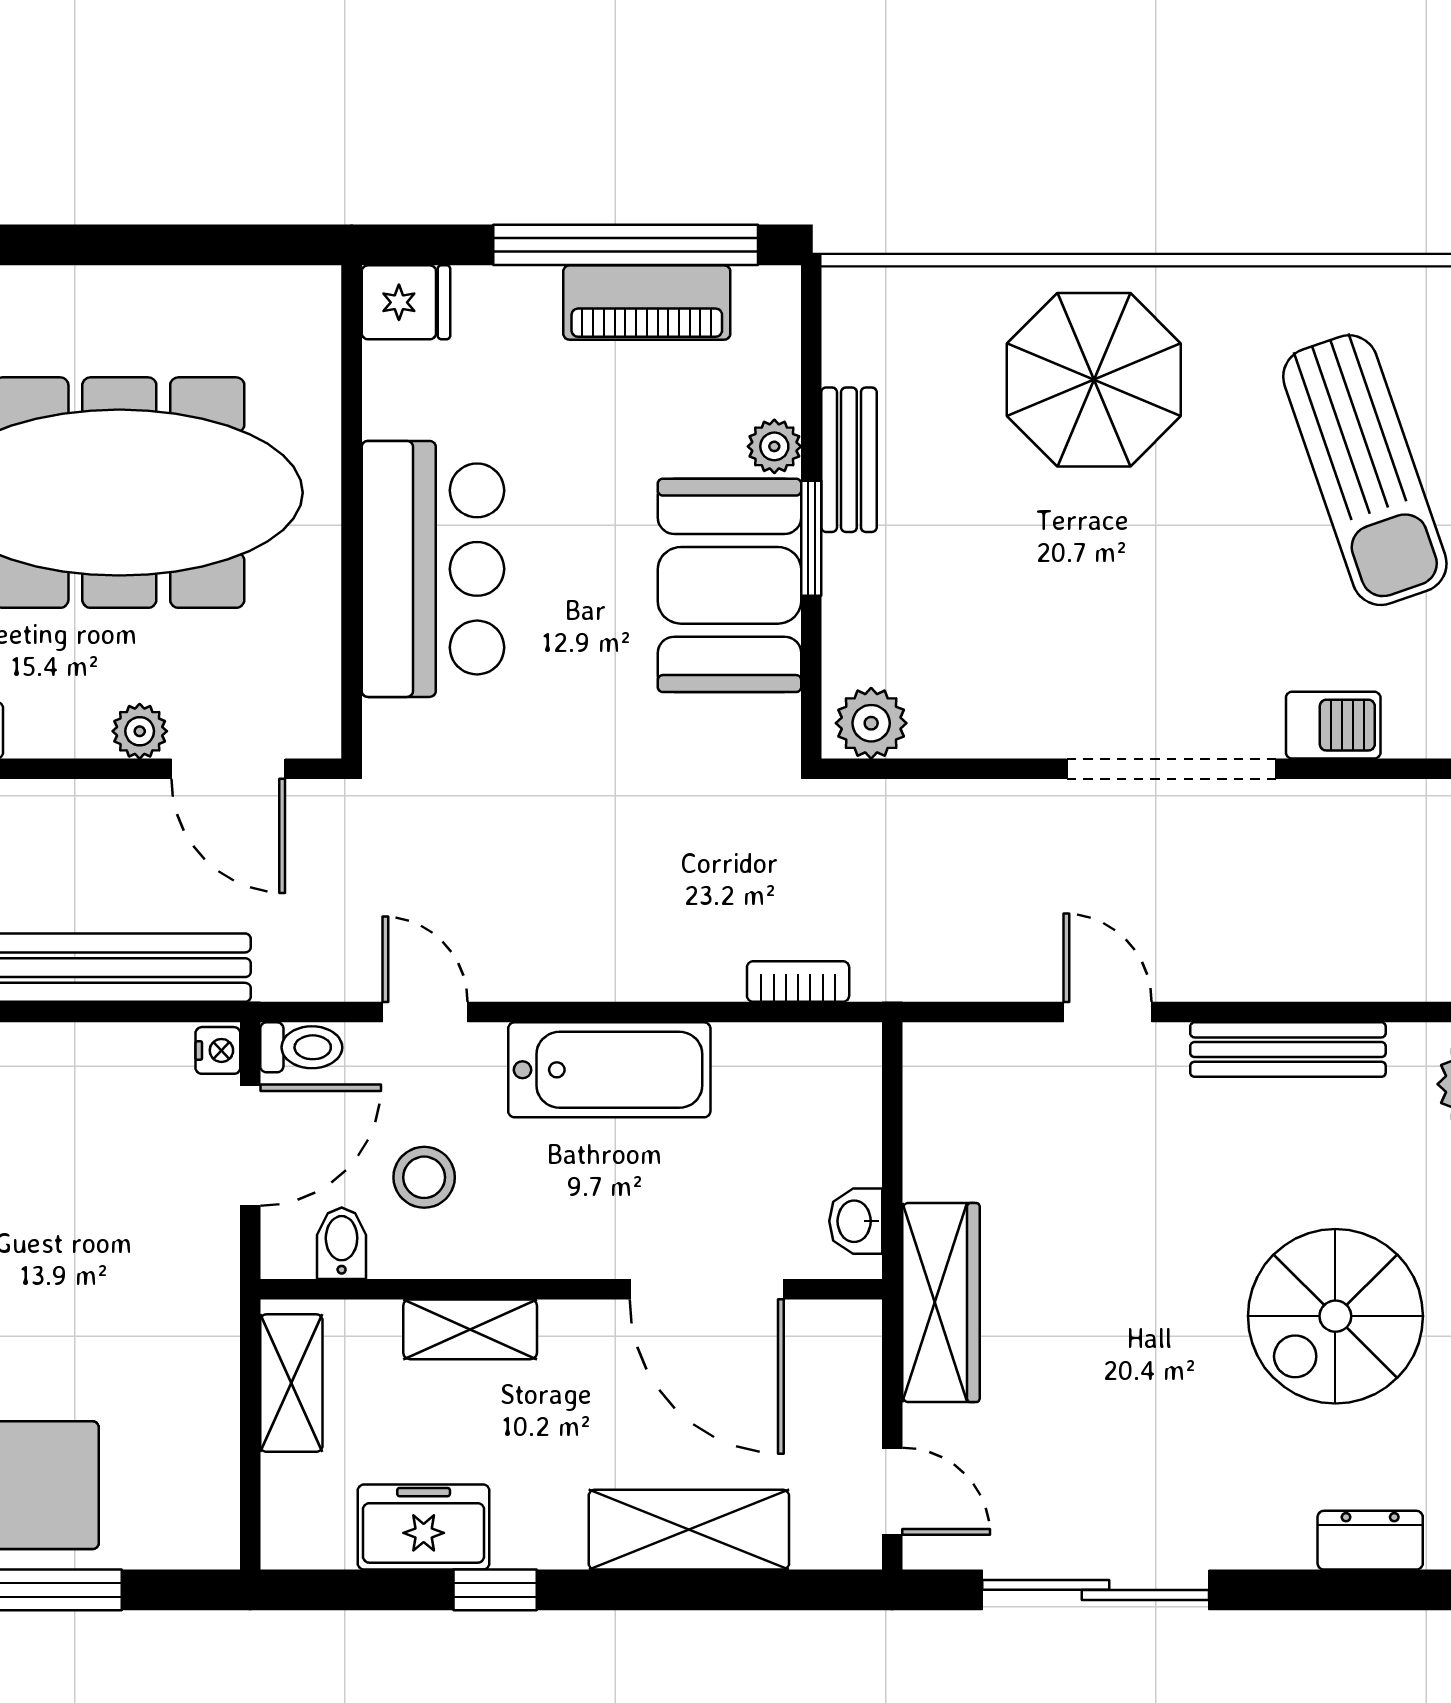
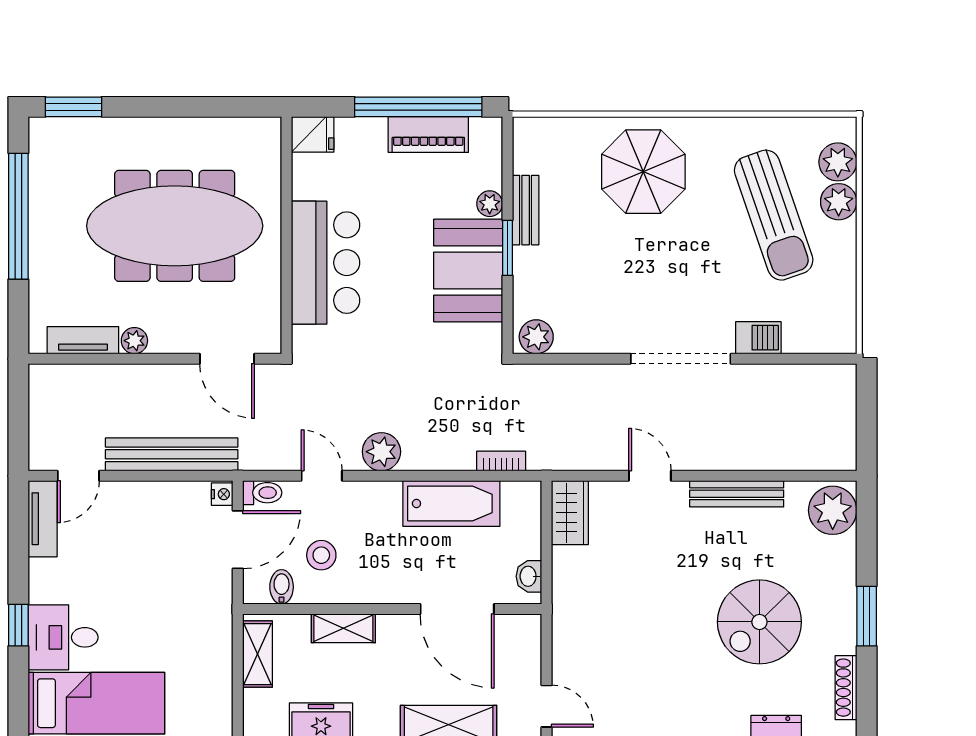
plant: (140, 731) -> (134, 341), moved
plant: (549, 962) -> (381, 452), added
bathtub: (609, 1070) -> (451, 503), moved
wardrobe: (941, 1303) -> (570, 513), moved, width x0.67

